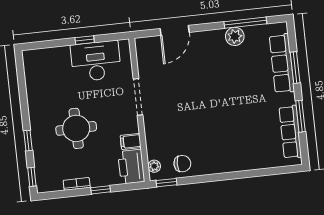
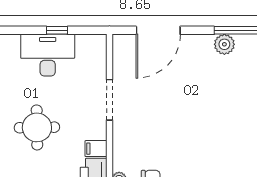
door: (175, 30) -> (158, 30), width x1.36
desk: (96, 61) -> (48, 55), moved

